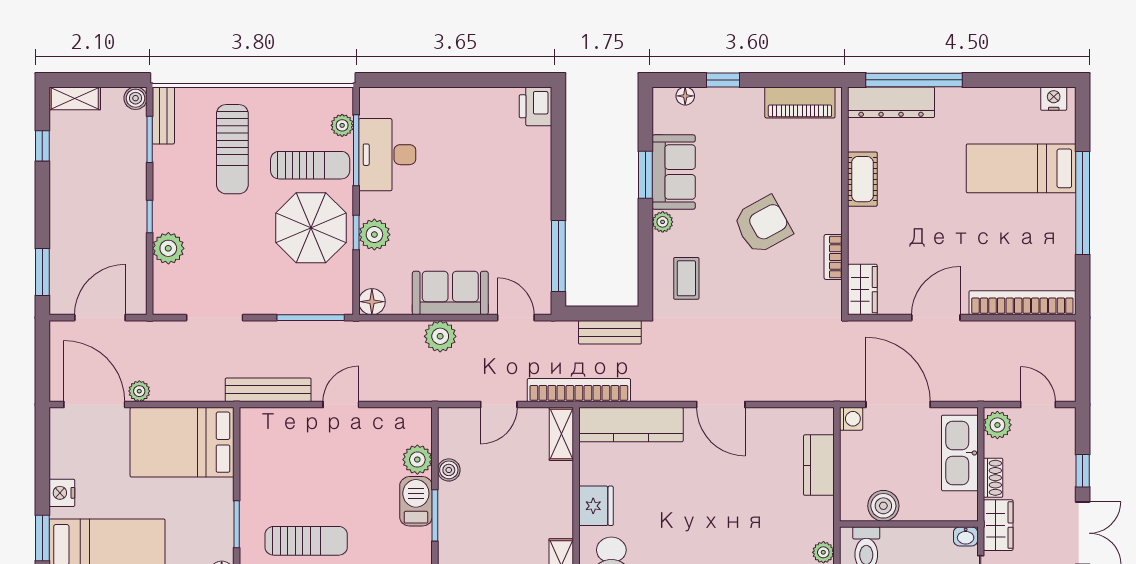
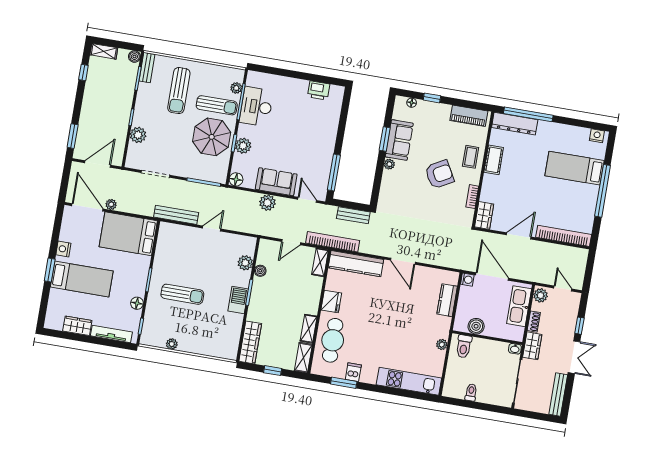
printer: (536, 106) -> (319, 90), moved, turned -90
coffee table: (686, 278) -> (471, 157), moved
barbecue: (416, 501) -> (238, 300), moved

